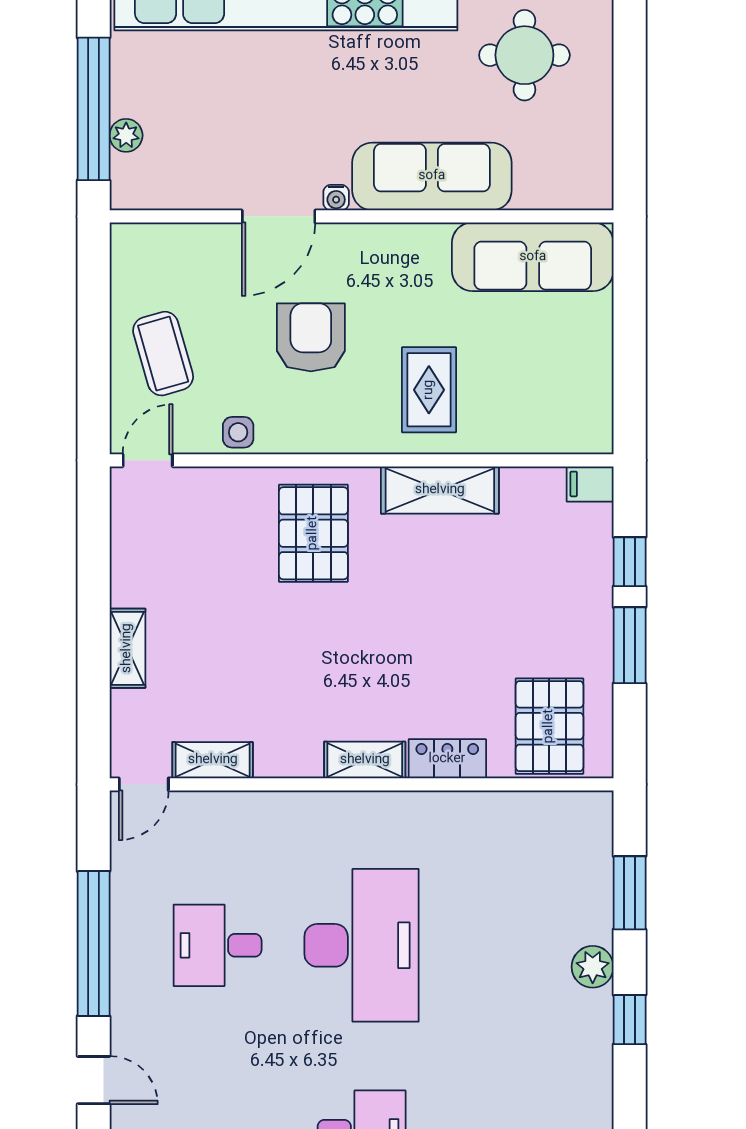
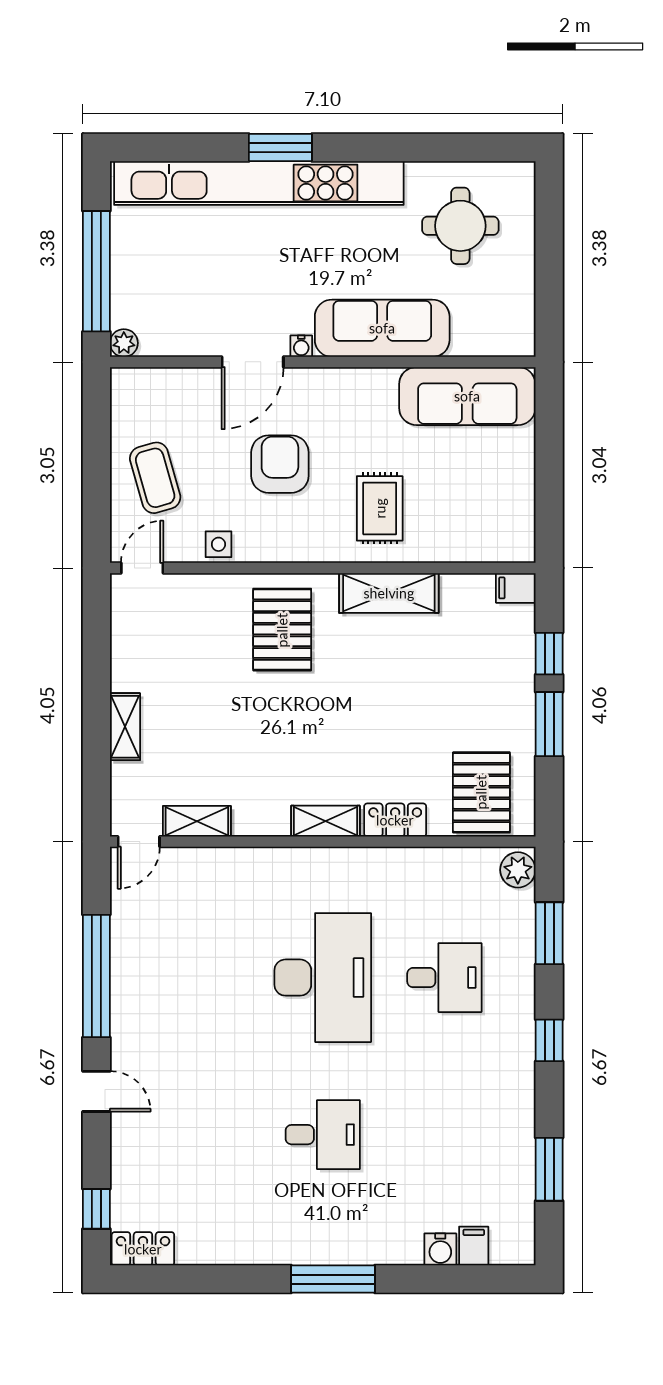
plant: (126, 135) -> (124, 343), moved
desk: (218, 945) -> (444, 978), moved, turned 180
plant: (593, 967) -> (518, 870), moved

